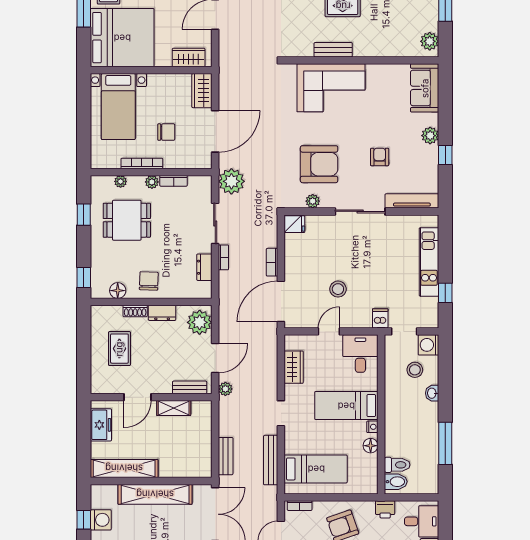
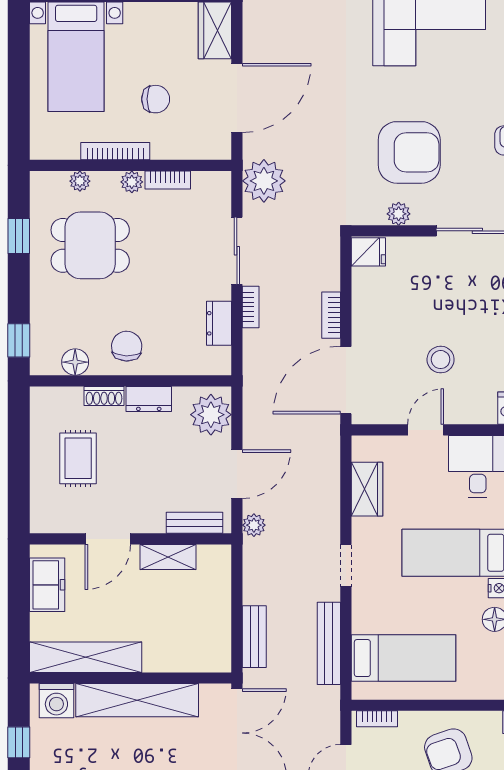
washing machine: (101, 520) -> (56, 701), moved, turned 90

